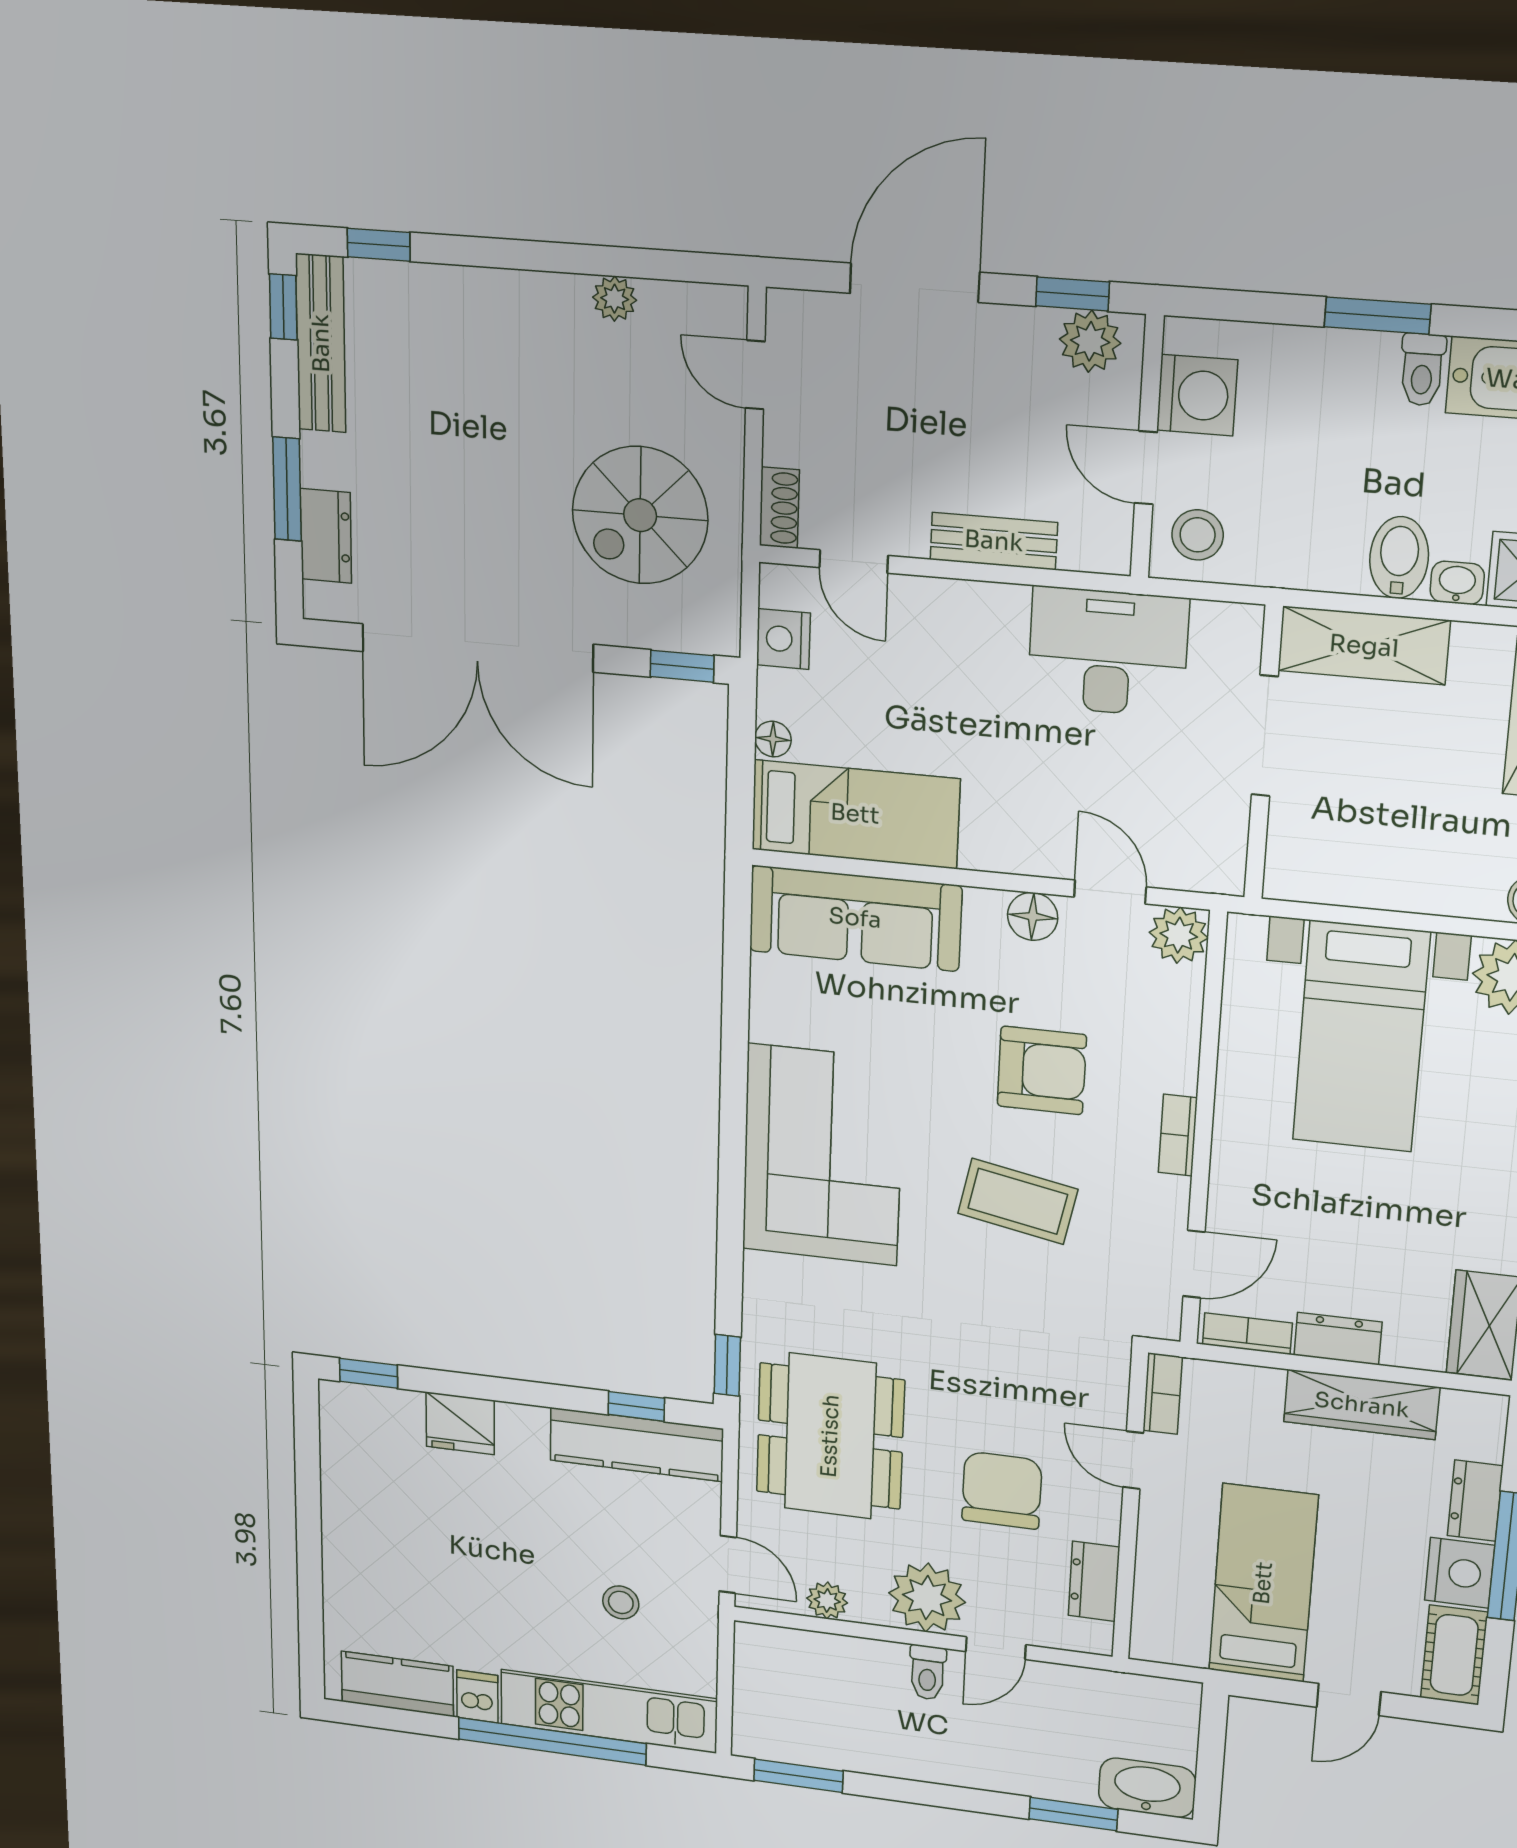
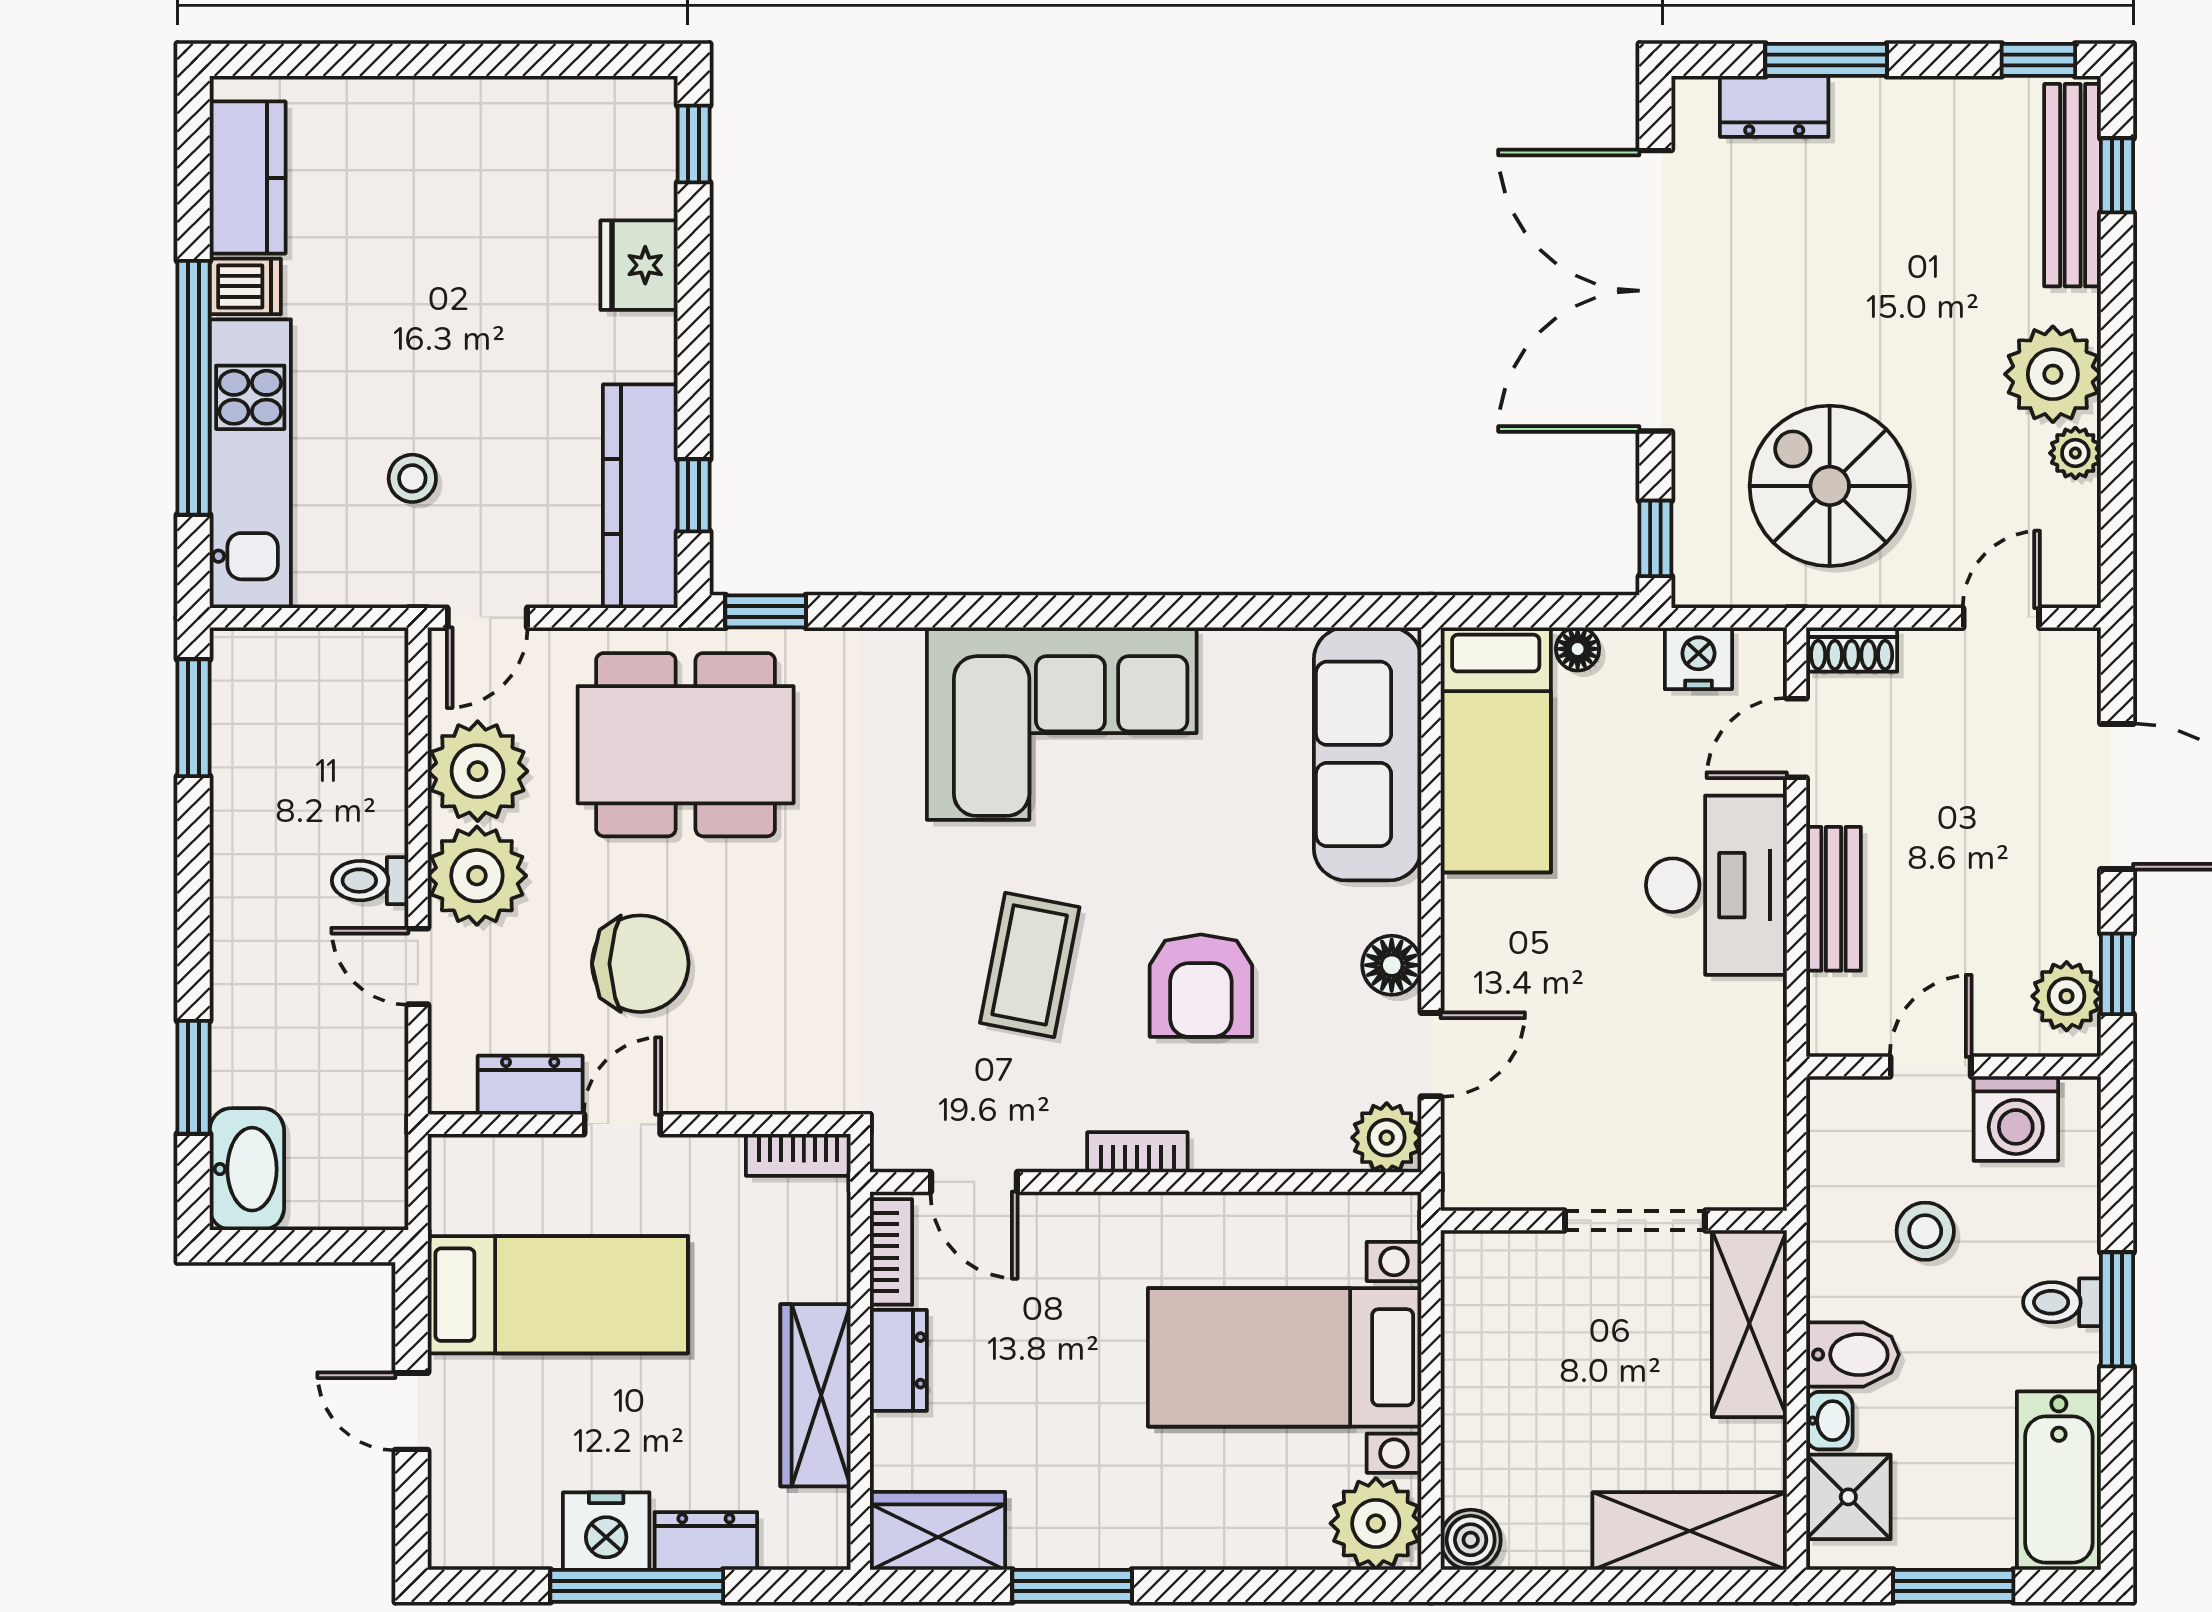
plant: (547, 314) -> (2053, 374), added
bench: (321, 343) -> (2073, 185), moved, turned 90
toilet: (1422, 370) -> (2062, 1302), moved
stool: (1198, 535) -> (1925, 1231), moved
desk: (1108, 652) -> (1716, 885), moved
door: (1133, 1460) -> (622, 1124), moved
plant: (827, 1601) -> (478, 771), width x1.88, depth x1.88
cot: (1454, 1655) -> (493, 1534), removed

